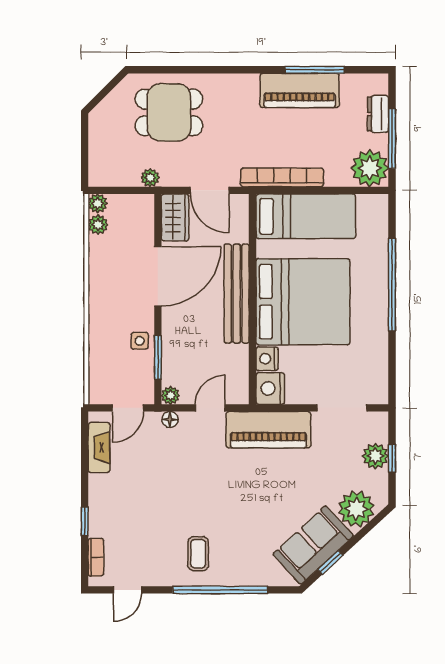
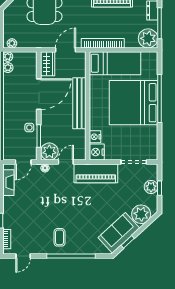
plant: (150, 178) -> (12, 43), moved
door: (210, 190) -> (65, 50), swing flipped
bed: (303, 302) -> (134, 103), moved, turned 180
plant: (170, 395) -> (49, 152), width x1.87, depth x1.87

